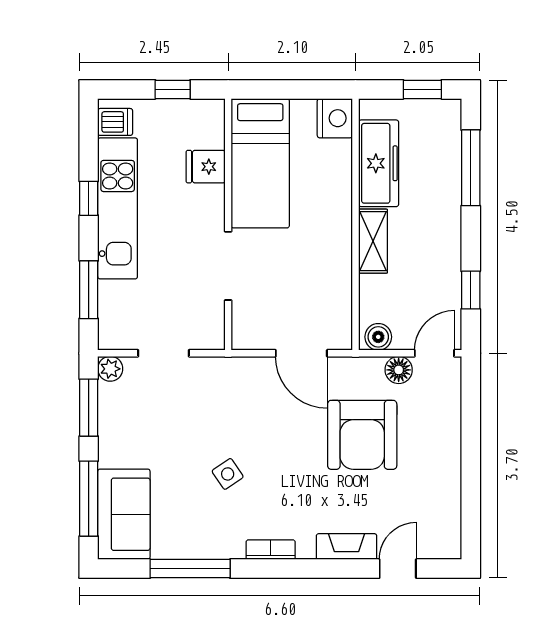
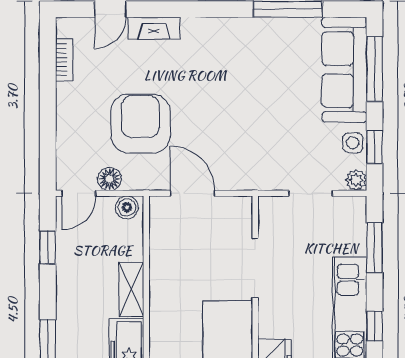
window: (89, 408) -> (374, 147), width x0.67
side table: (228, 474) -> (353, 143), moved, turned 34
sofa: (124, 514) -> (344, 70), width x1.36
bookcase: (271, 550) -> (64, 60), moved, turned -90

